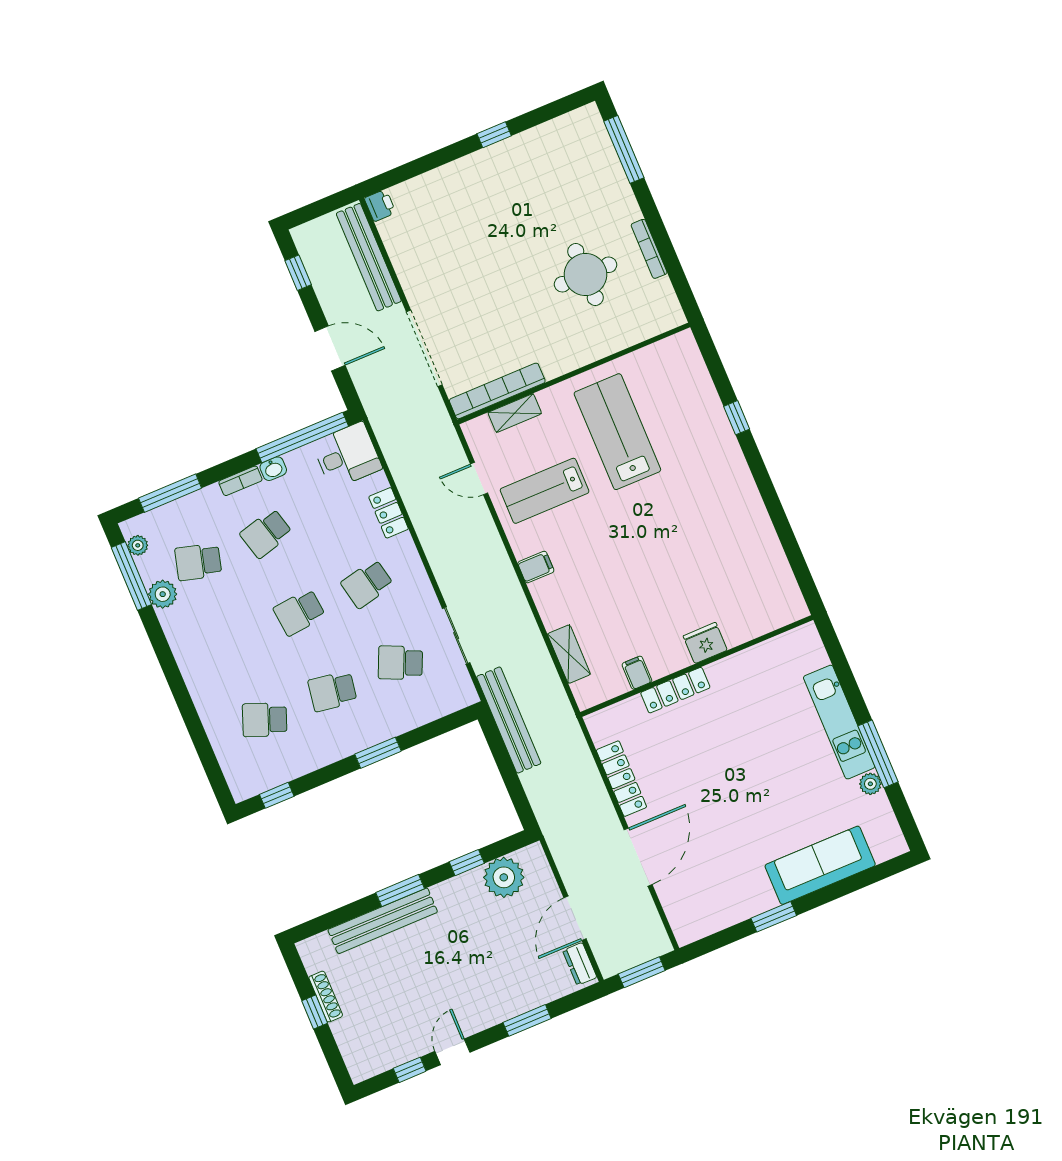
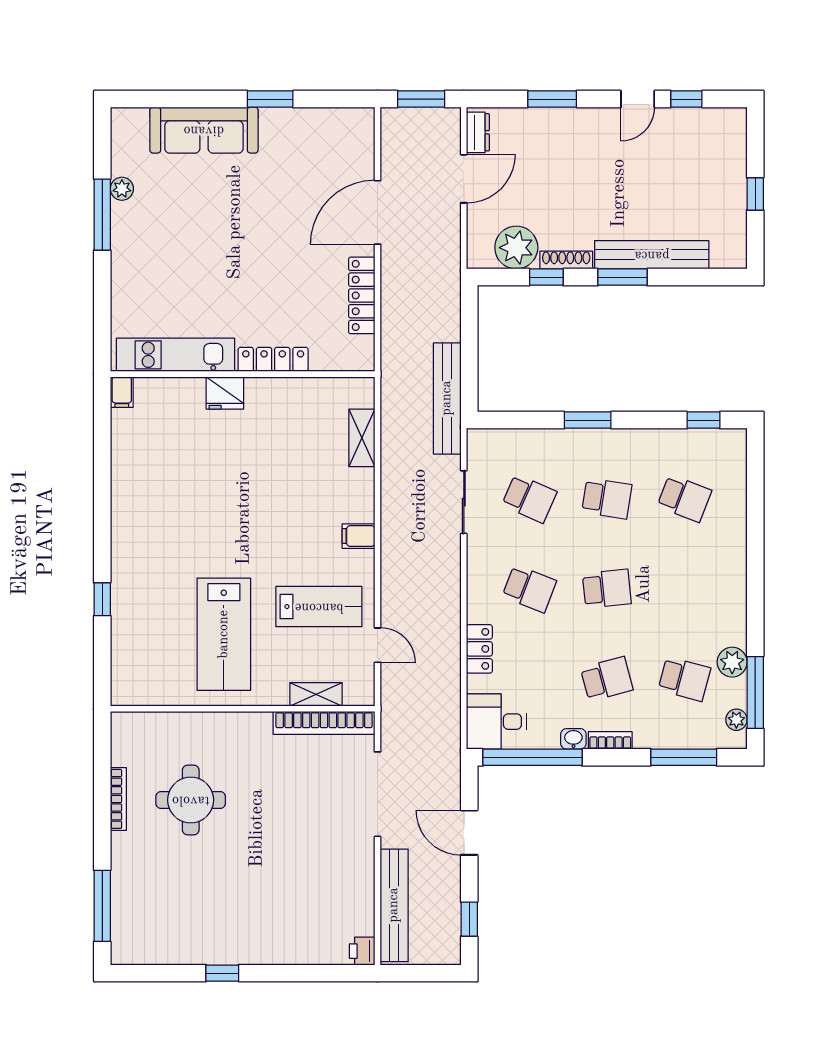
school desk: (367, 584) -> (529, 589), turned 33
filing cabinet: (637, 673) -> (122, 392), moved
kitchen unit: (839, 722) -> (175, 355), moved, turned -90
shoe rack: (326, 997) -> (566, 260), moved, turned 90

